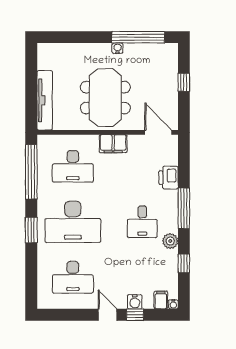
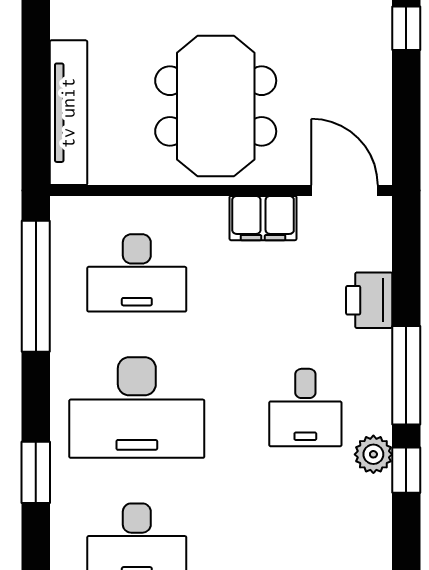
window: (184, 82) -> (406, 28), moved
filing cabinet: (113, 144) -> (263, 218), moved
window: (31, 230) -> (36, 472), moved
window: (184, 263) -> (406, 470), moved

